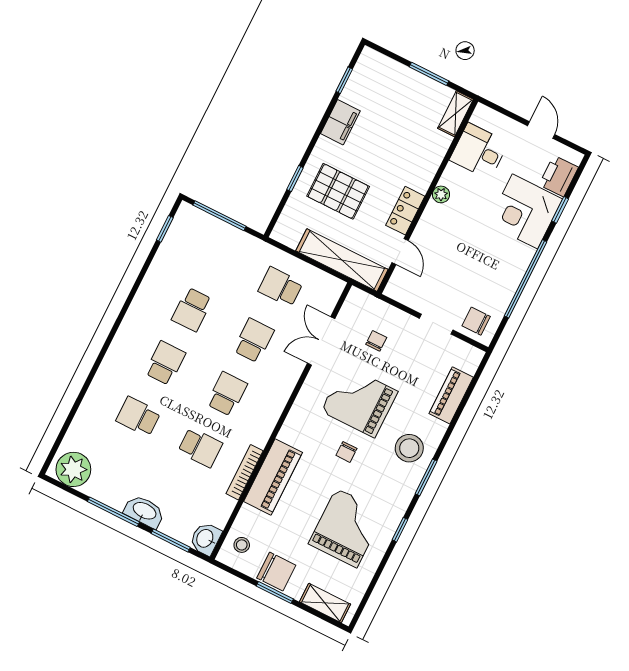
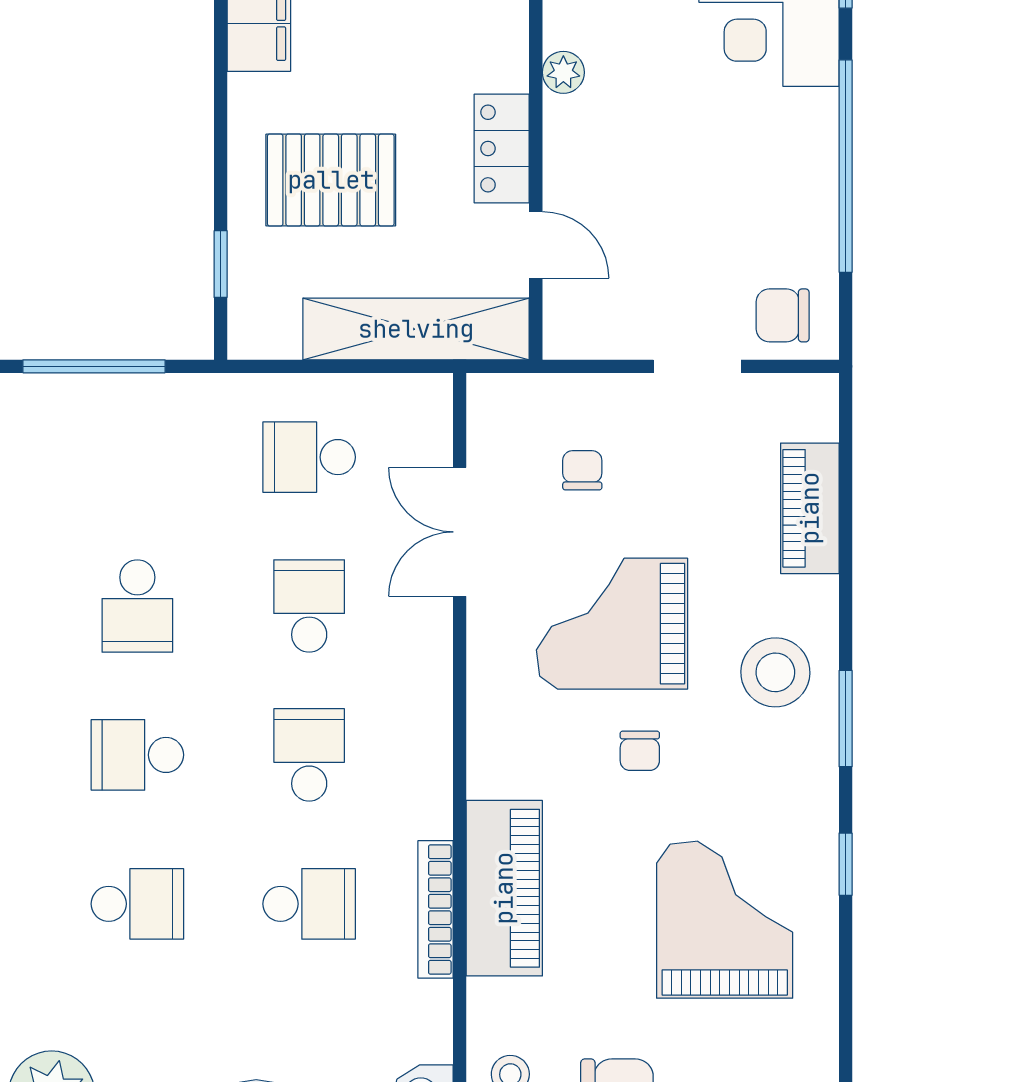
window: (295, 179) -> (221, 264), moved
school desk: (165, 363) -> (137, 755), turned -90
school desk: (138, 417) -> (137, 904), turned 180

